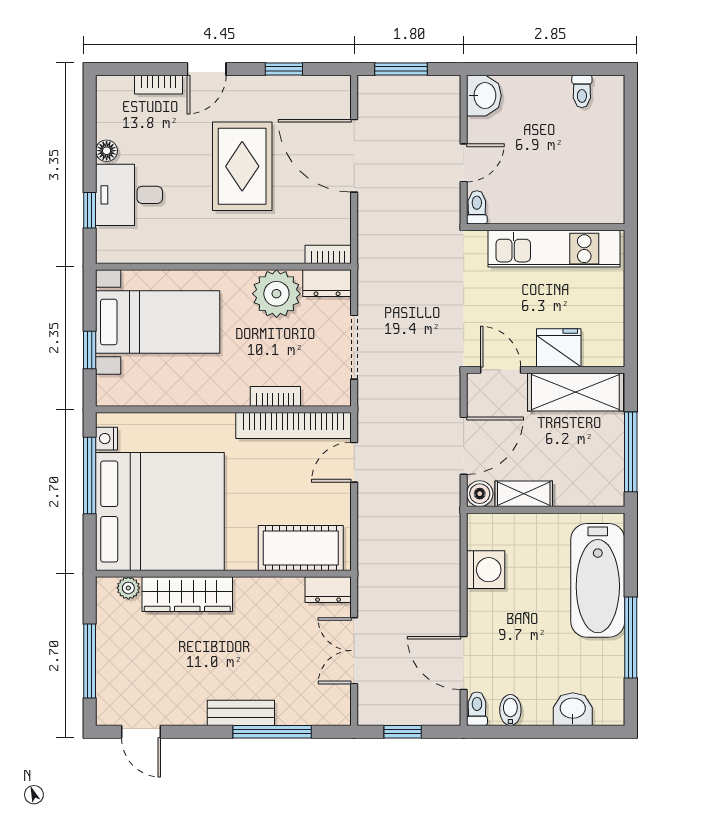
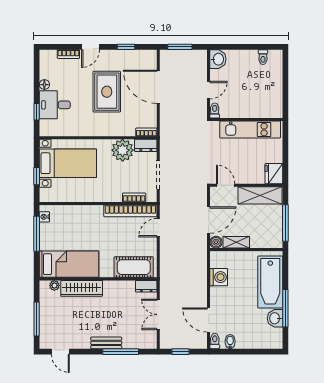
fridge: (559, 348) -> (274, 174), moved, turned -90
bookcase: (275, 396) -> (134, 197), moved
bed: (160, 512) -> (69, 264), width x0.49
washbasin: (573, 709) -> (275, 318), moved, turned -90

